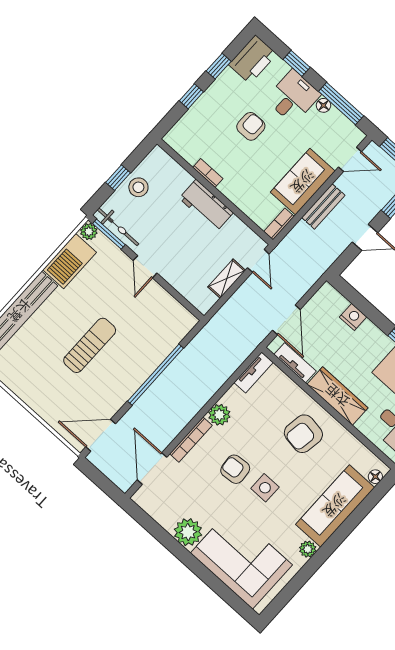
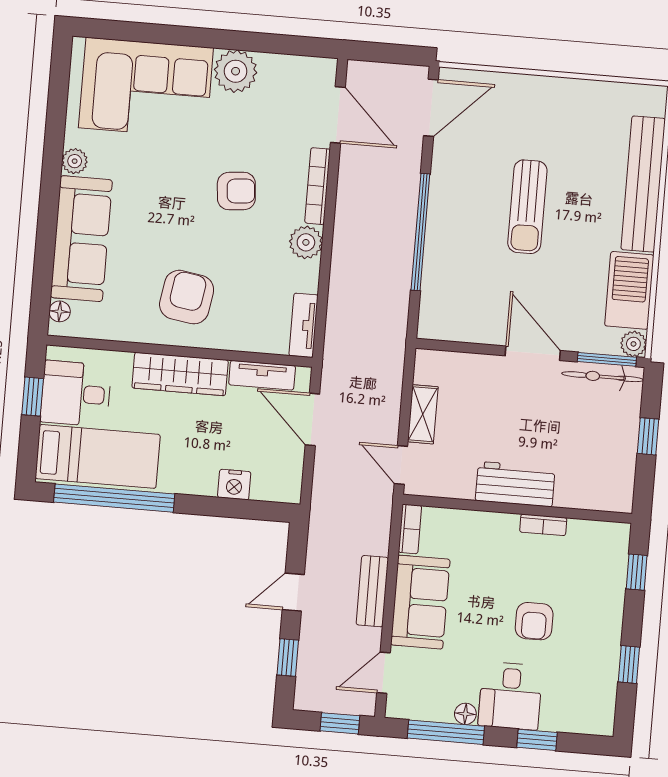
printer: (253, 59) -> (594, 704), removed
window: (191, 96) -> (637, 572), moved
stool: (138, 187) -> (614, 444), removed
door: (145, 267) -> (533, 353), width x1.38
side table: (265, 488) -> (183, 196), removed

